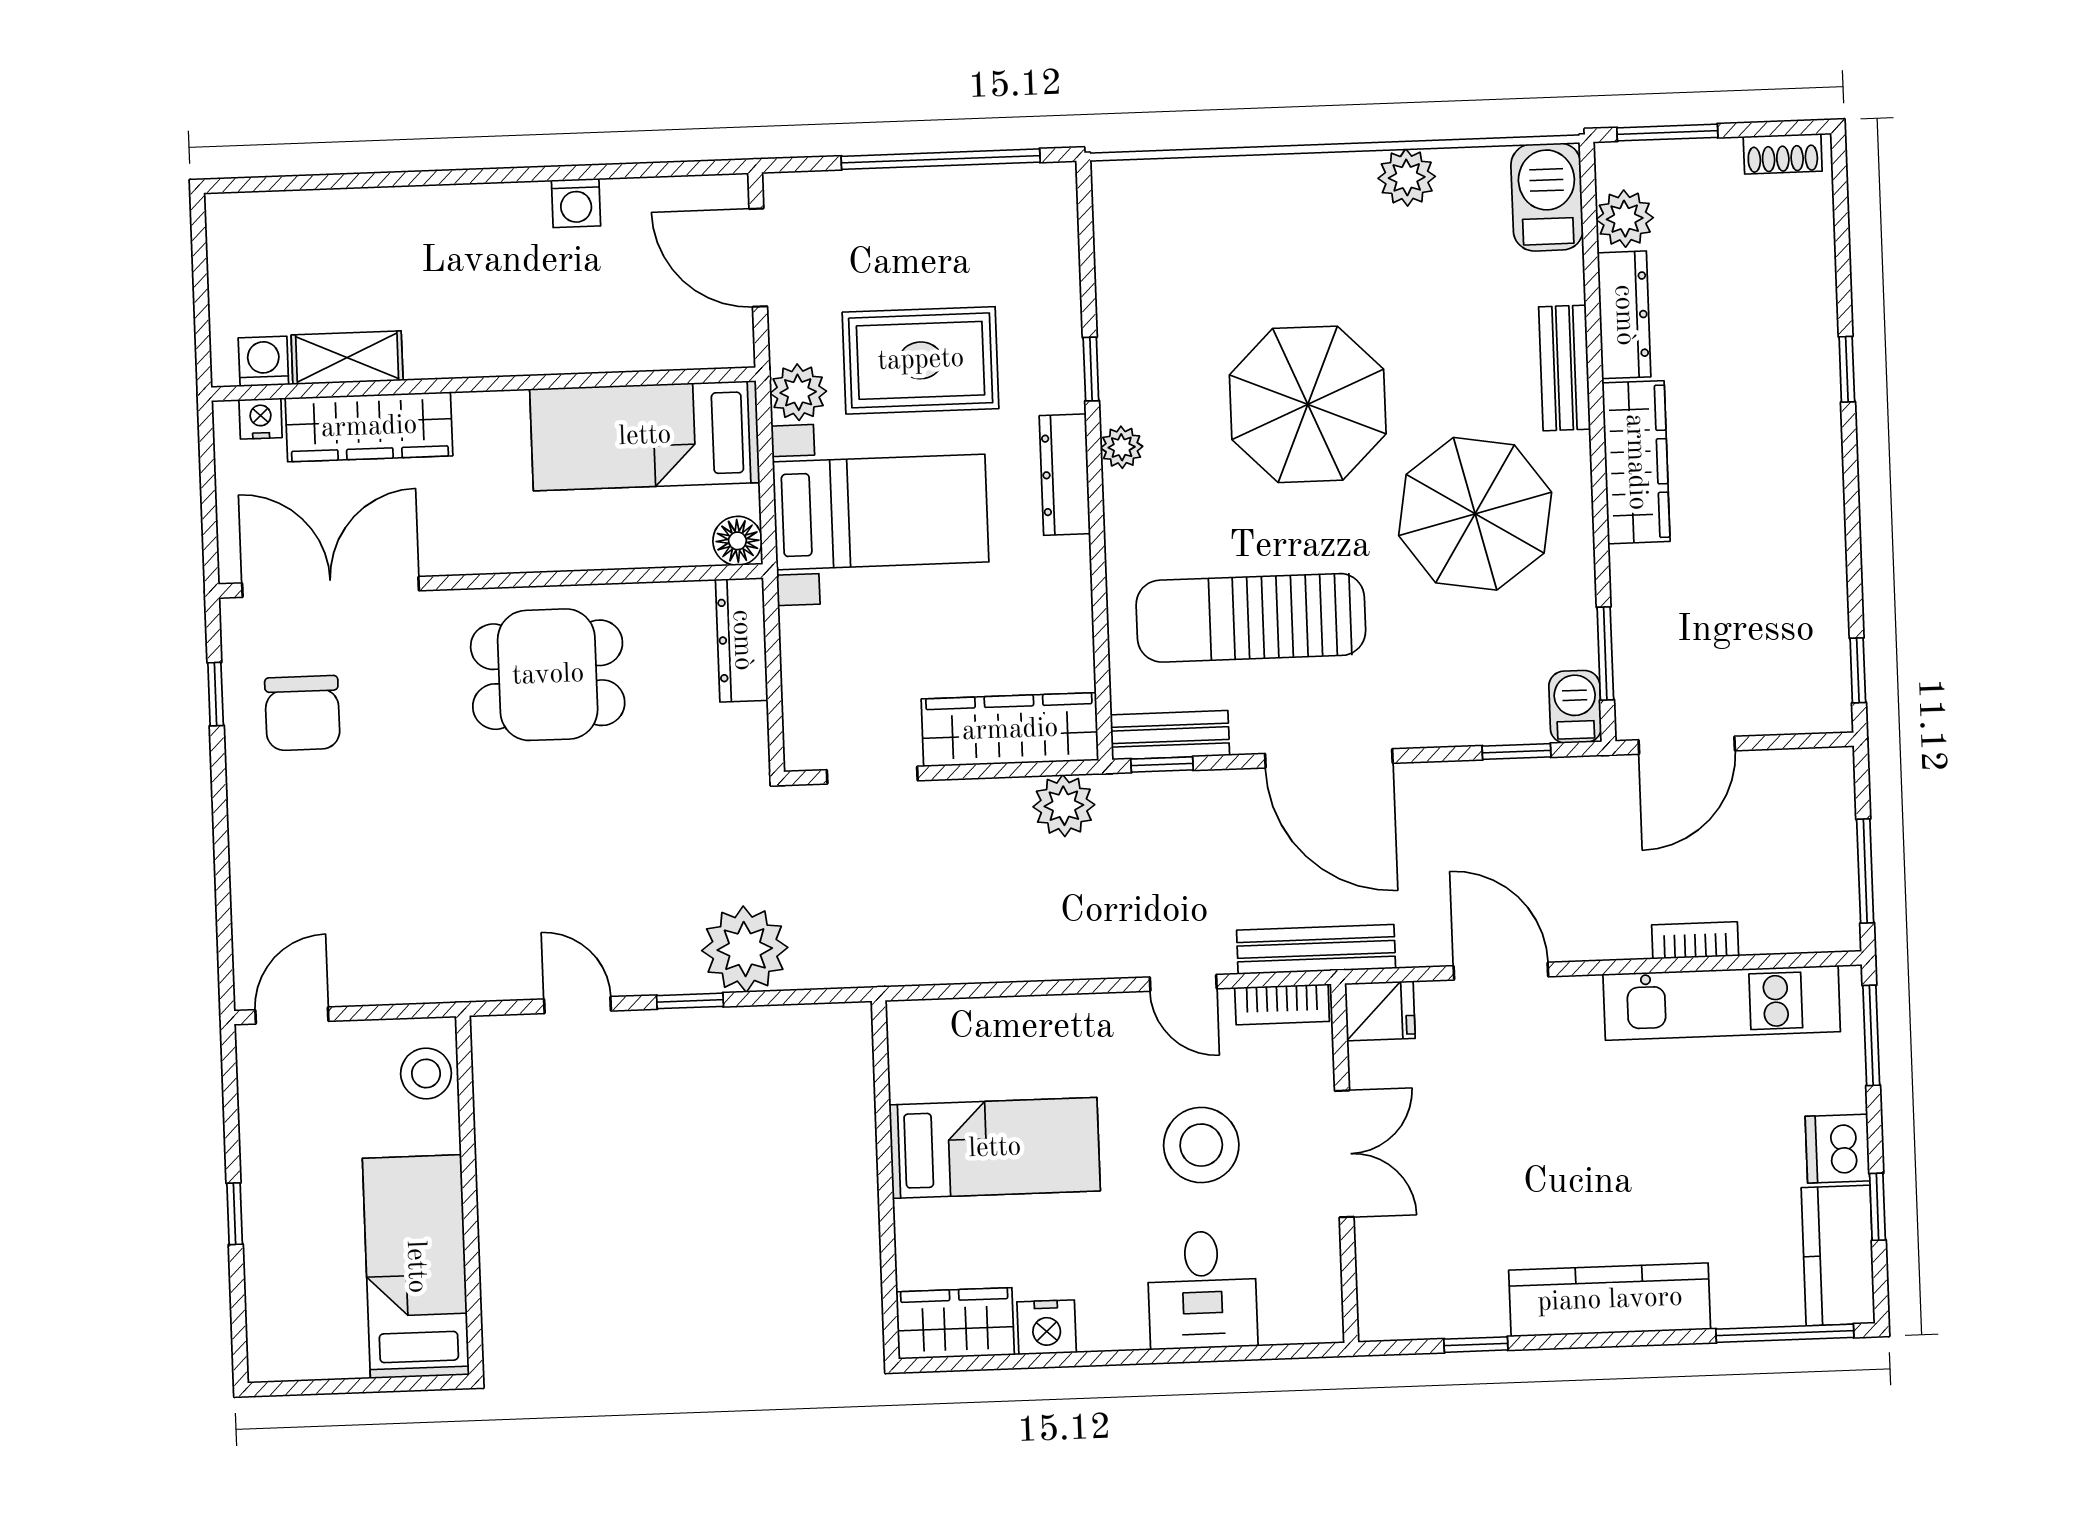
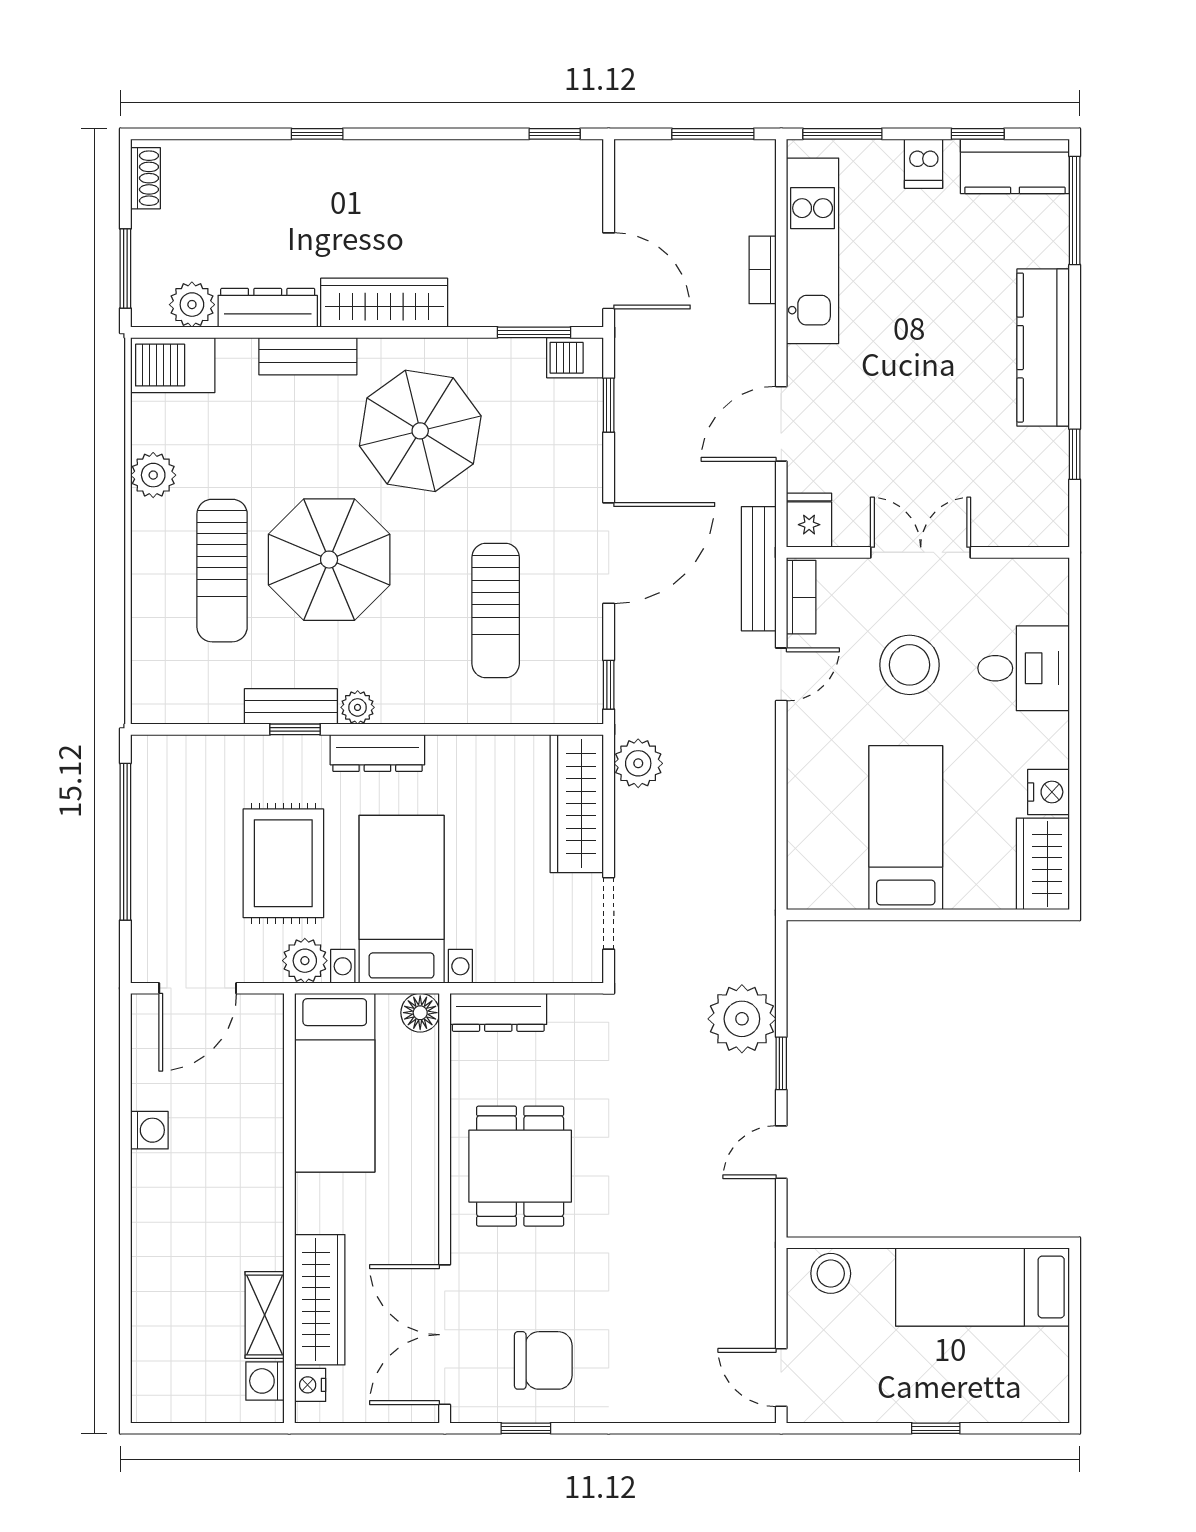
sun lounger: (1289, 269) -> (222, 571), added
sun lounger: (1251, 618) -> (496, 611), width x0.73, depth x0.75
bench: (1170, 735) -> (291, 706), moved, turned 90
dishwasher: (1838, 1149) -> (923, 164), width x0.73

